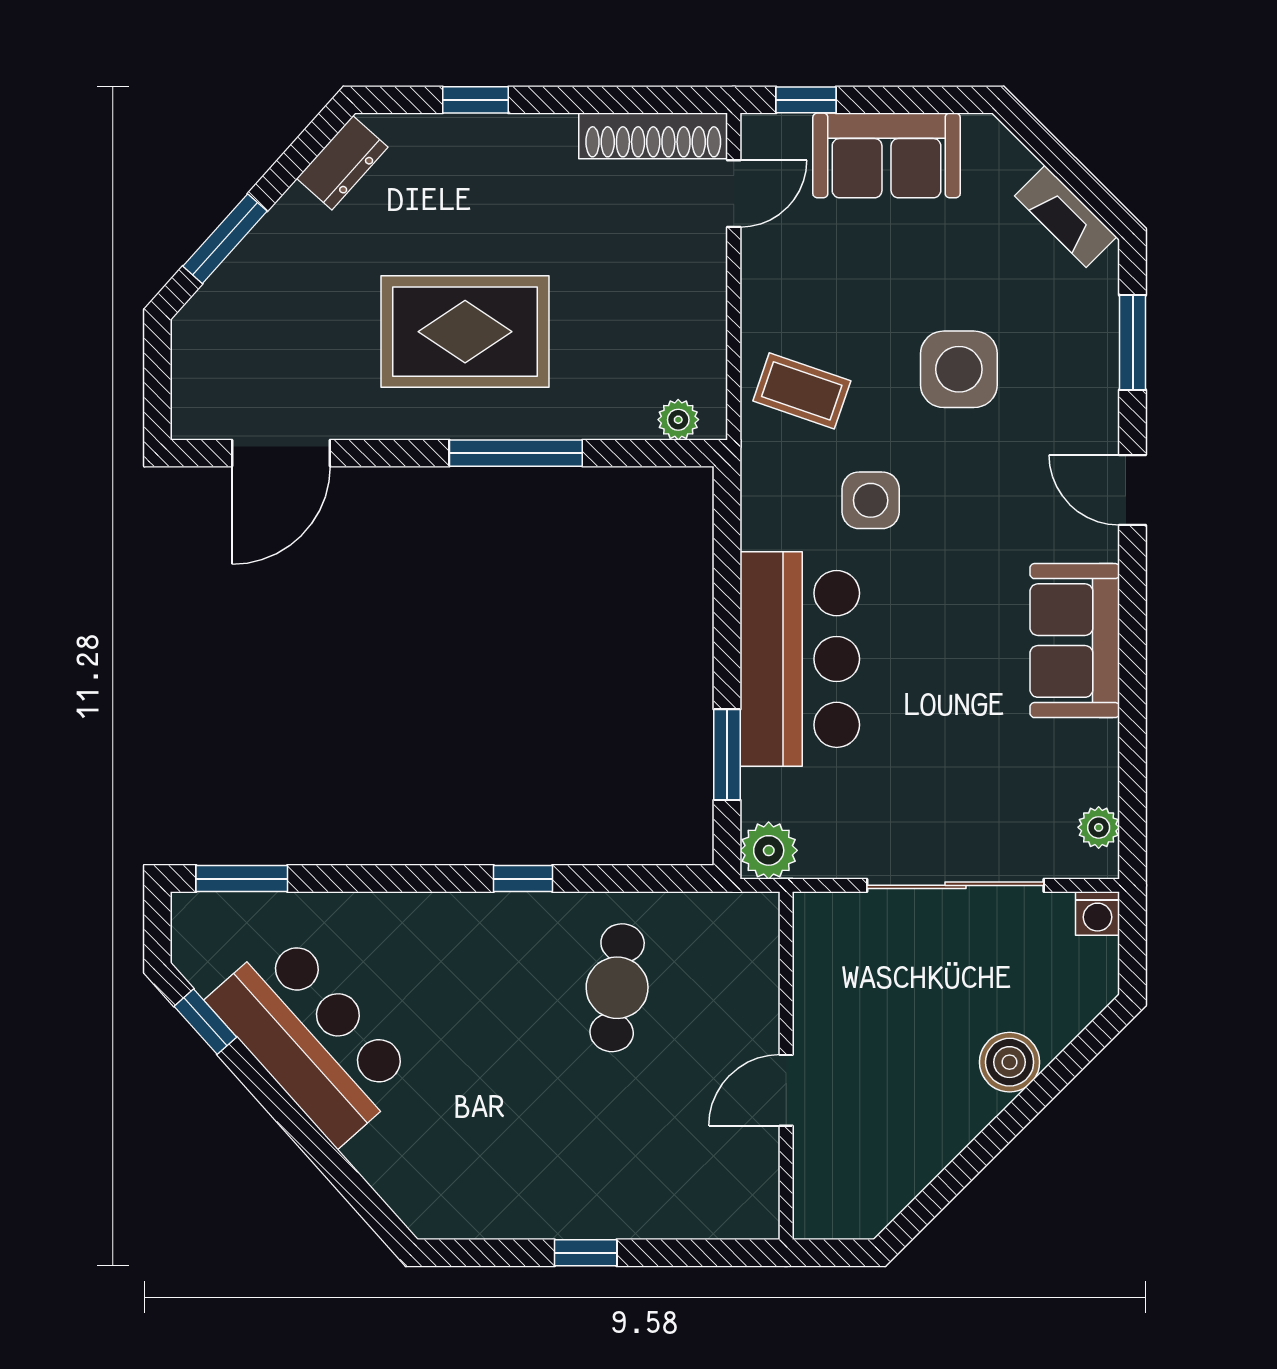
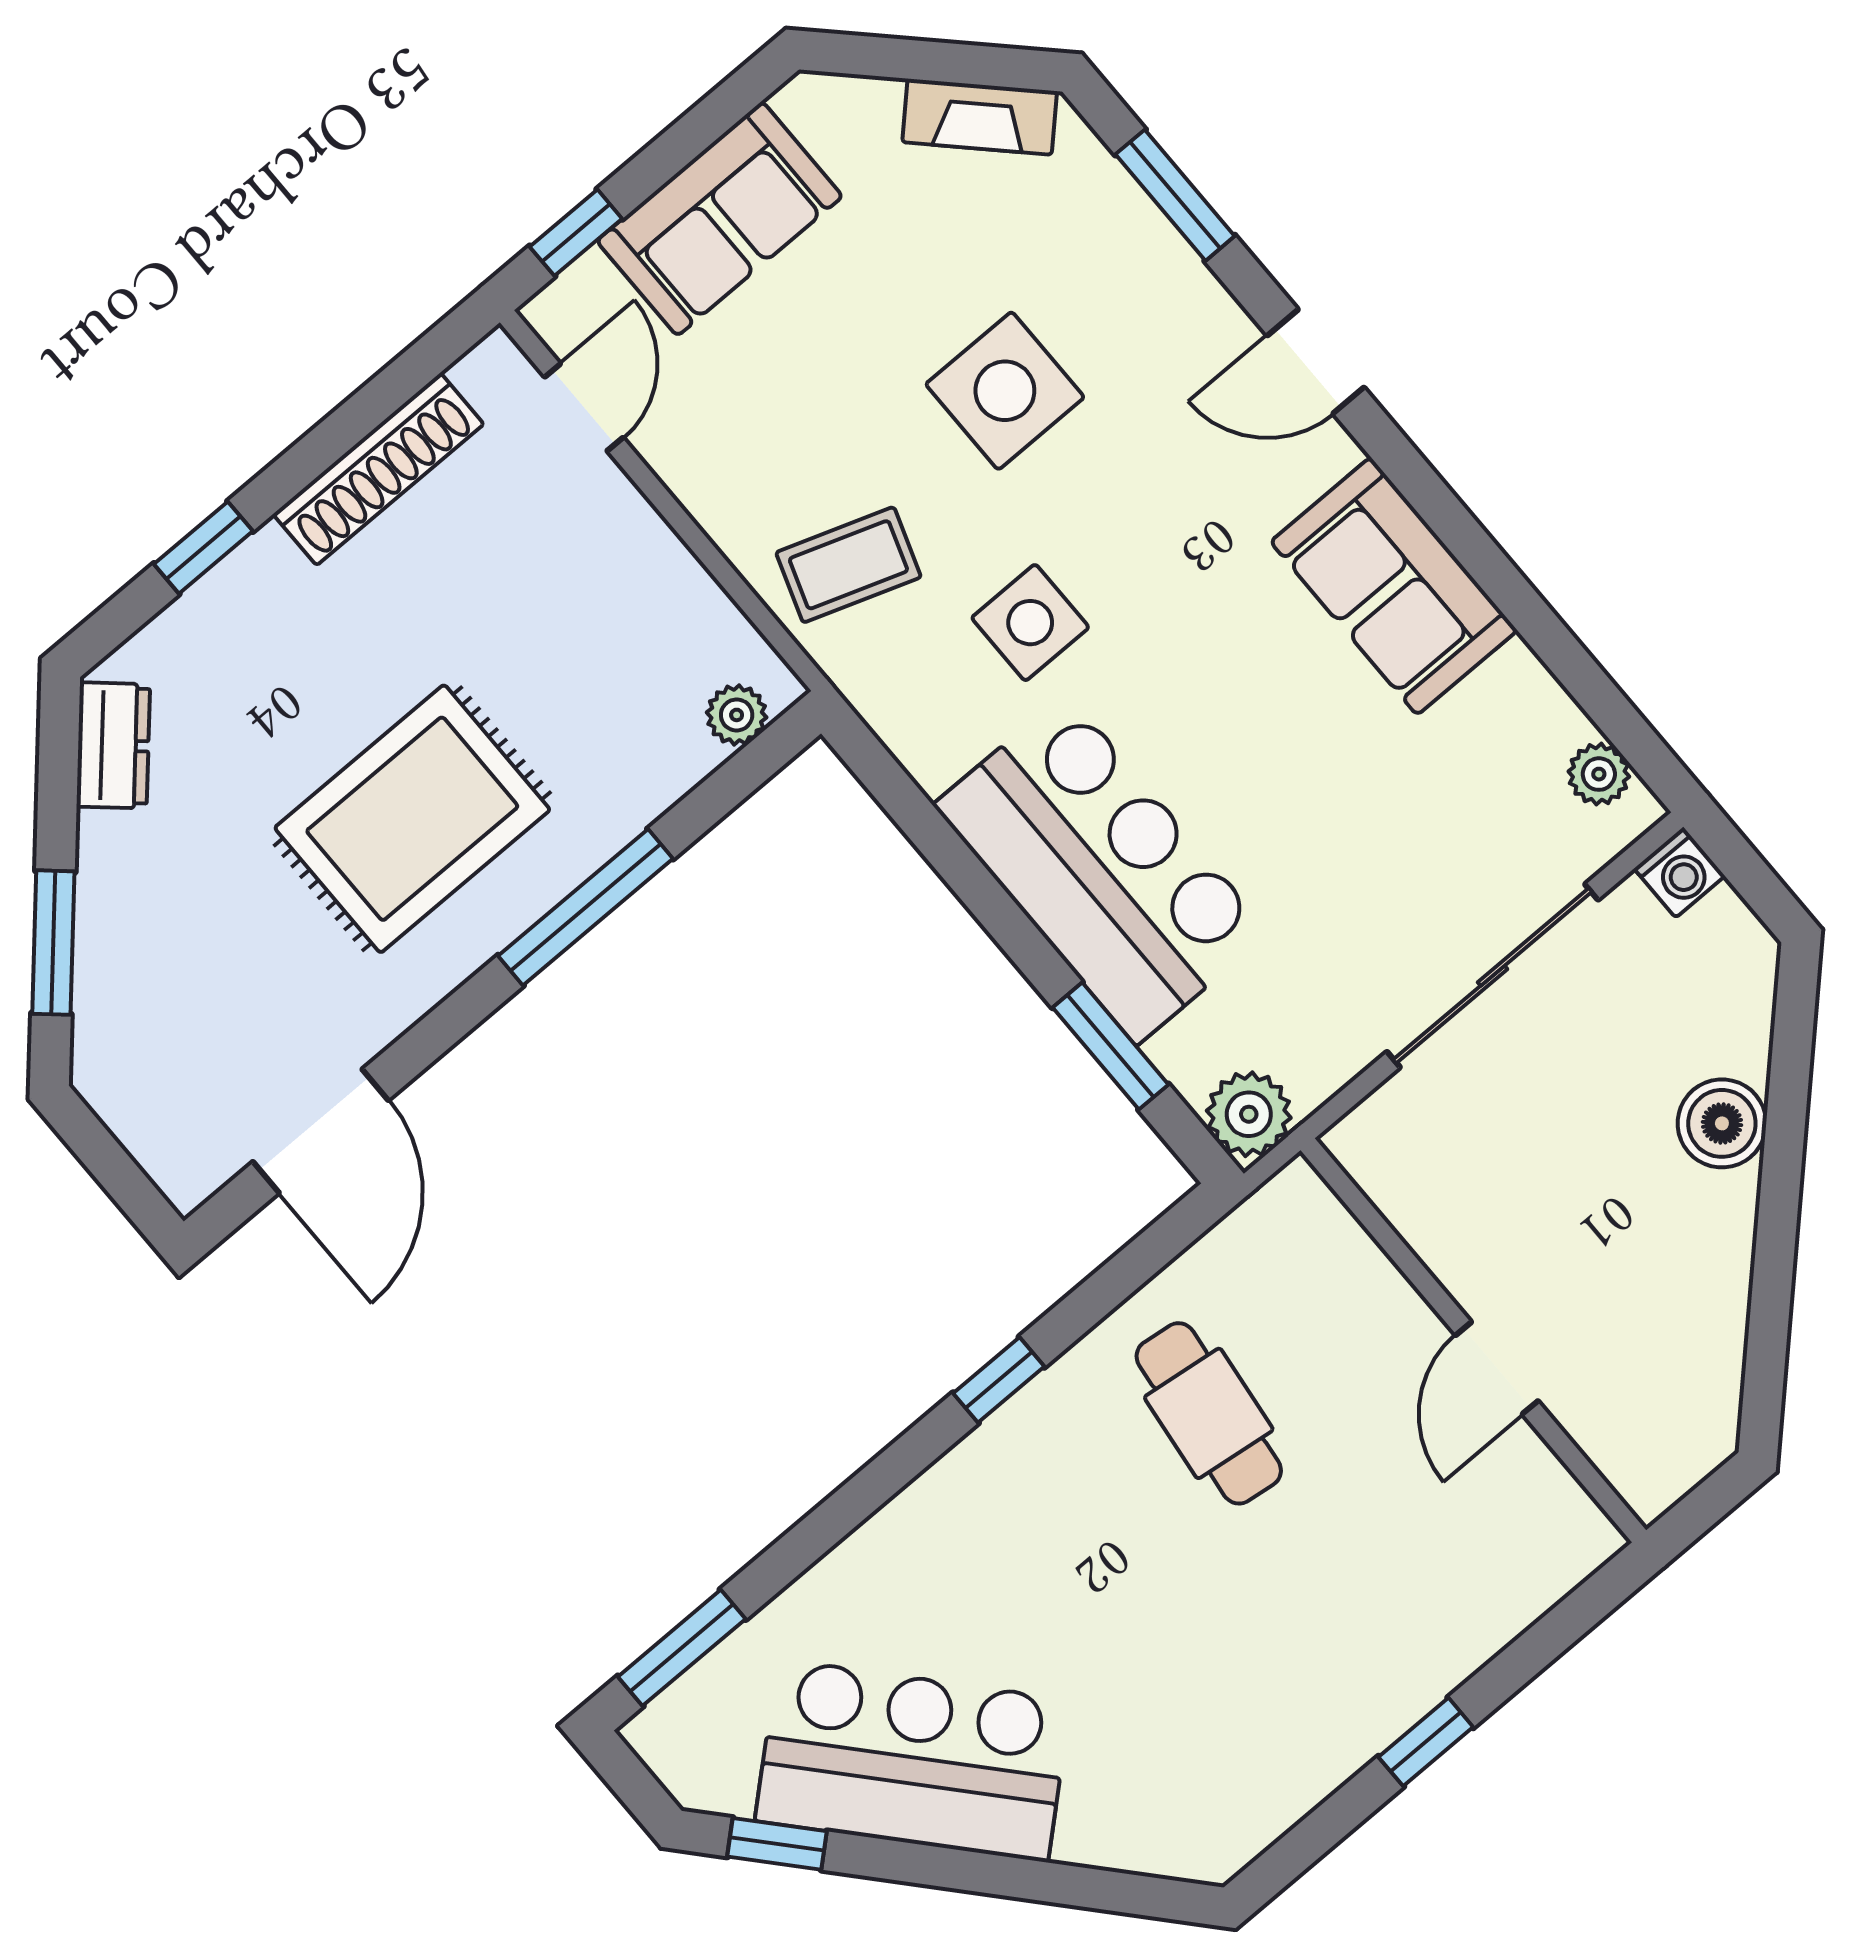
shoe rack: (653, 136) -> (378, 469), moved

